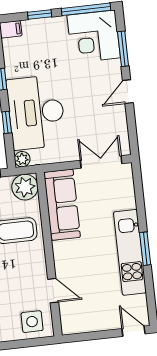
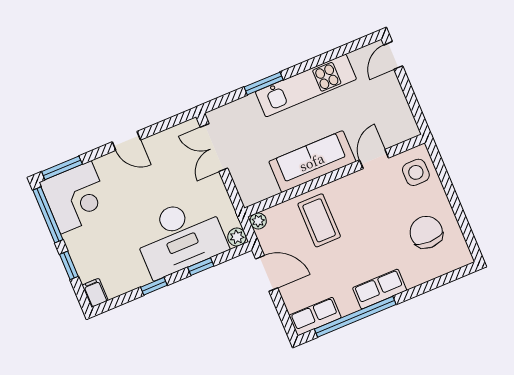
window: (123, 49) -> (62, 168), moved
plant: (25, 187) -> (258, 221), width x0.53, depth x0.53
sofa: (62, 205) -> (312, 162), moved
window: (145, 249) -> (264, 83), moved

